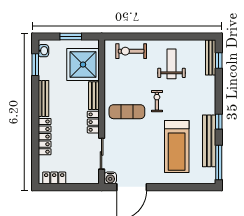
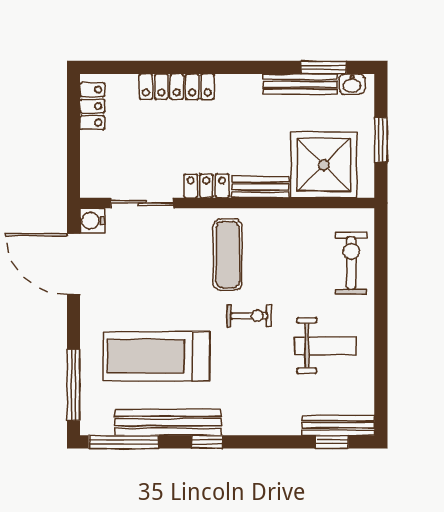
bench: (43, 99) -> (300, 84), moved
window: (191, 187) -> (74, 385), added

